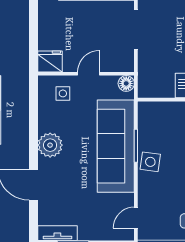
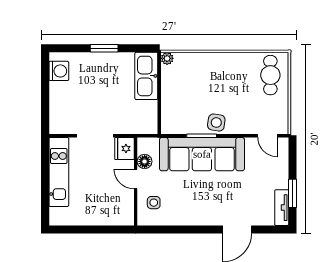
fridge: (50, 61) -> (124, 149), moved
floor lamp: (126, 83) -> (145, 161), moved
plant: (50, 145) -> (201, 214), removed

